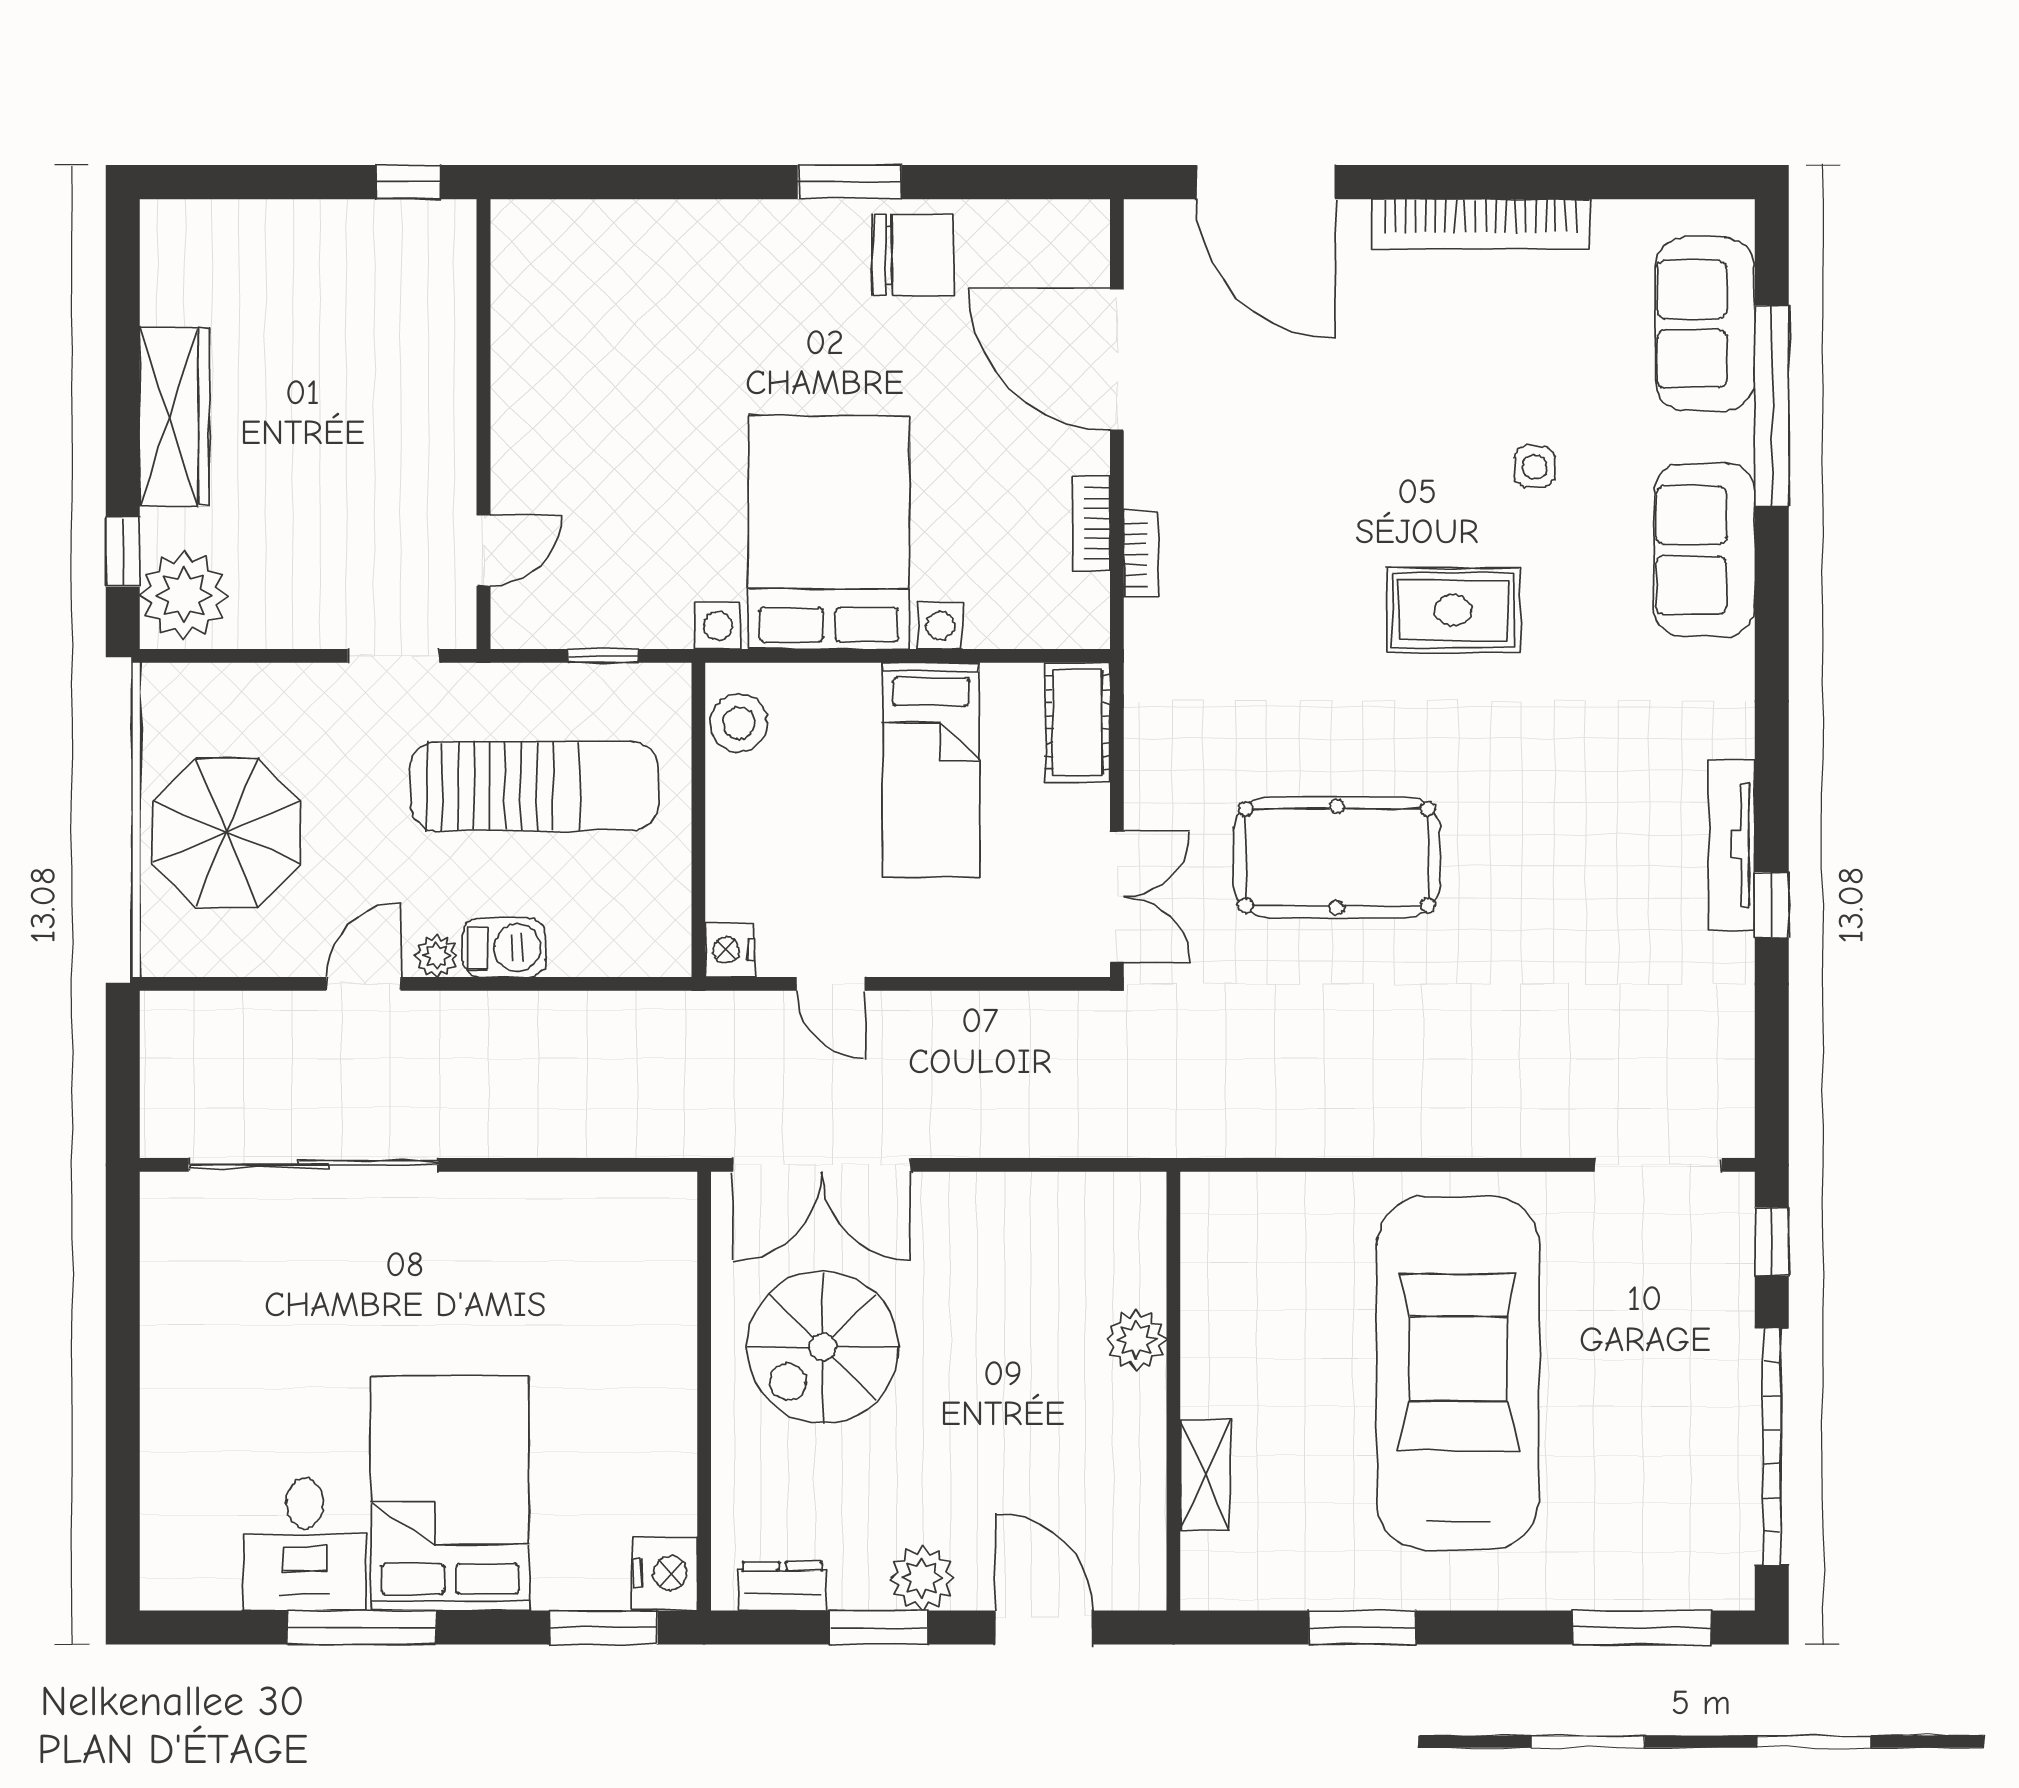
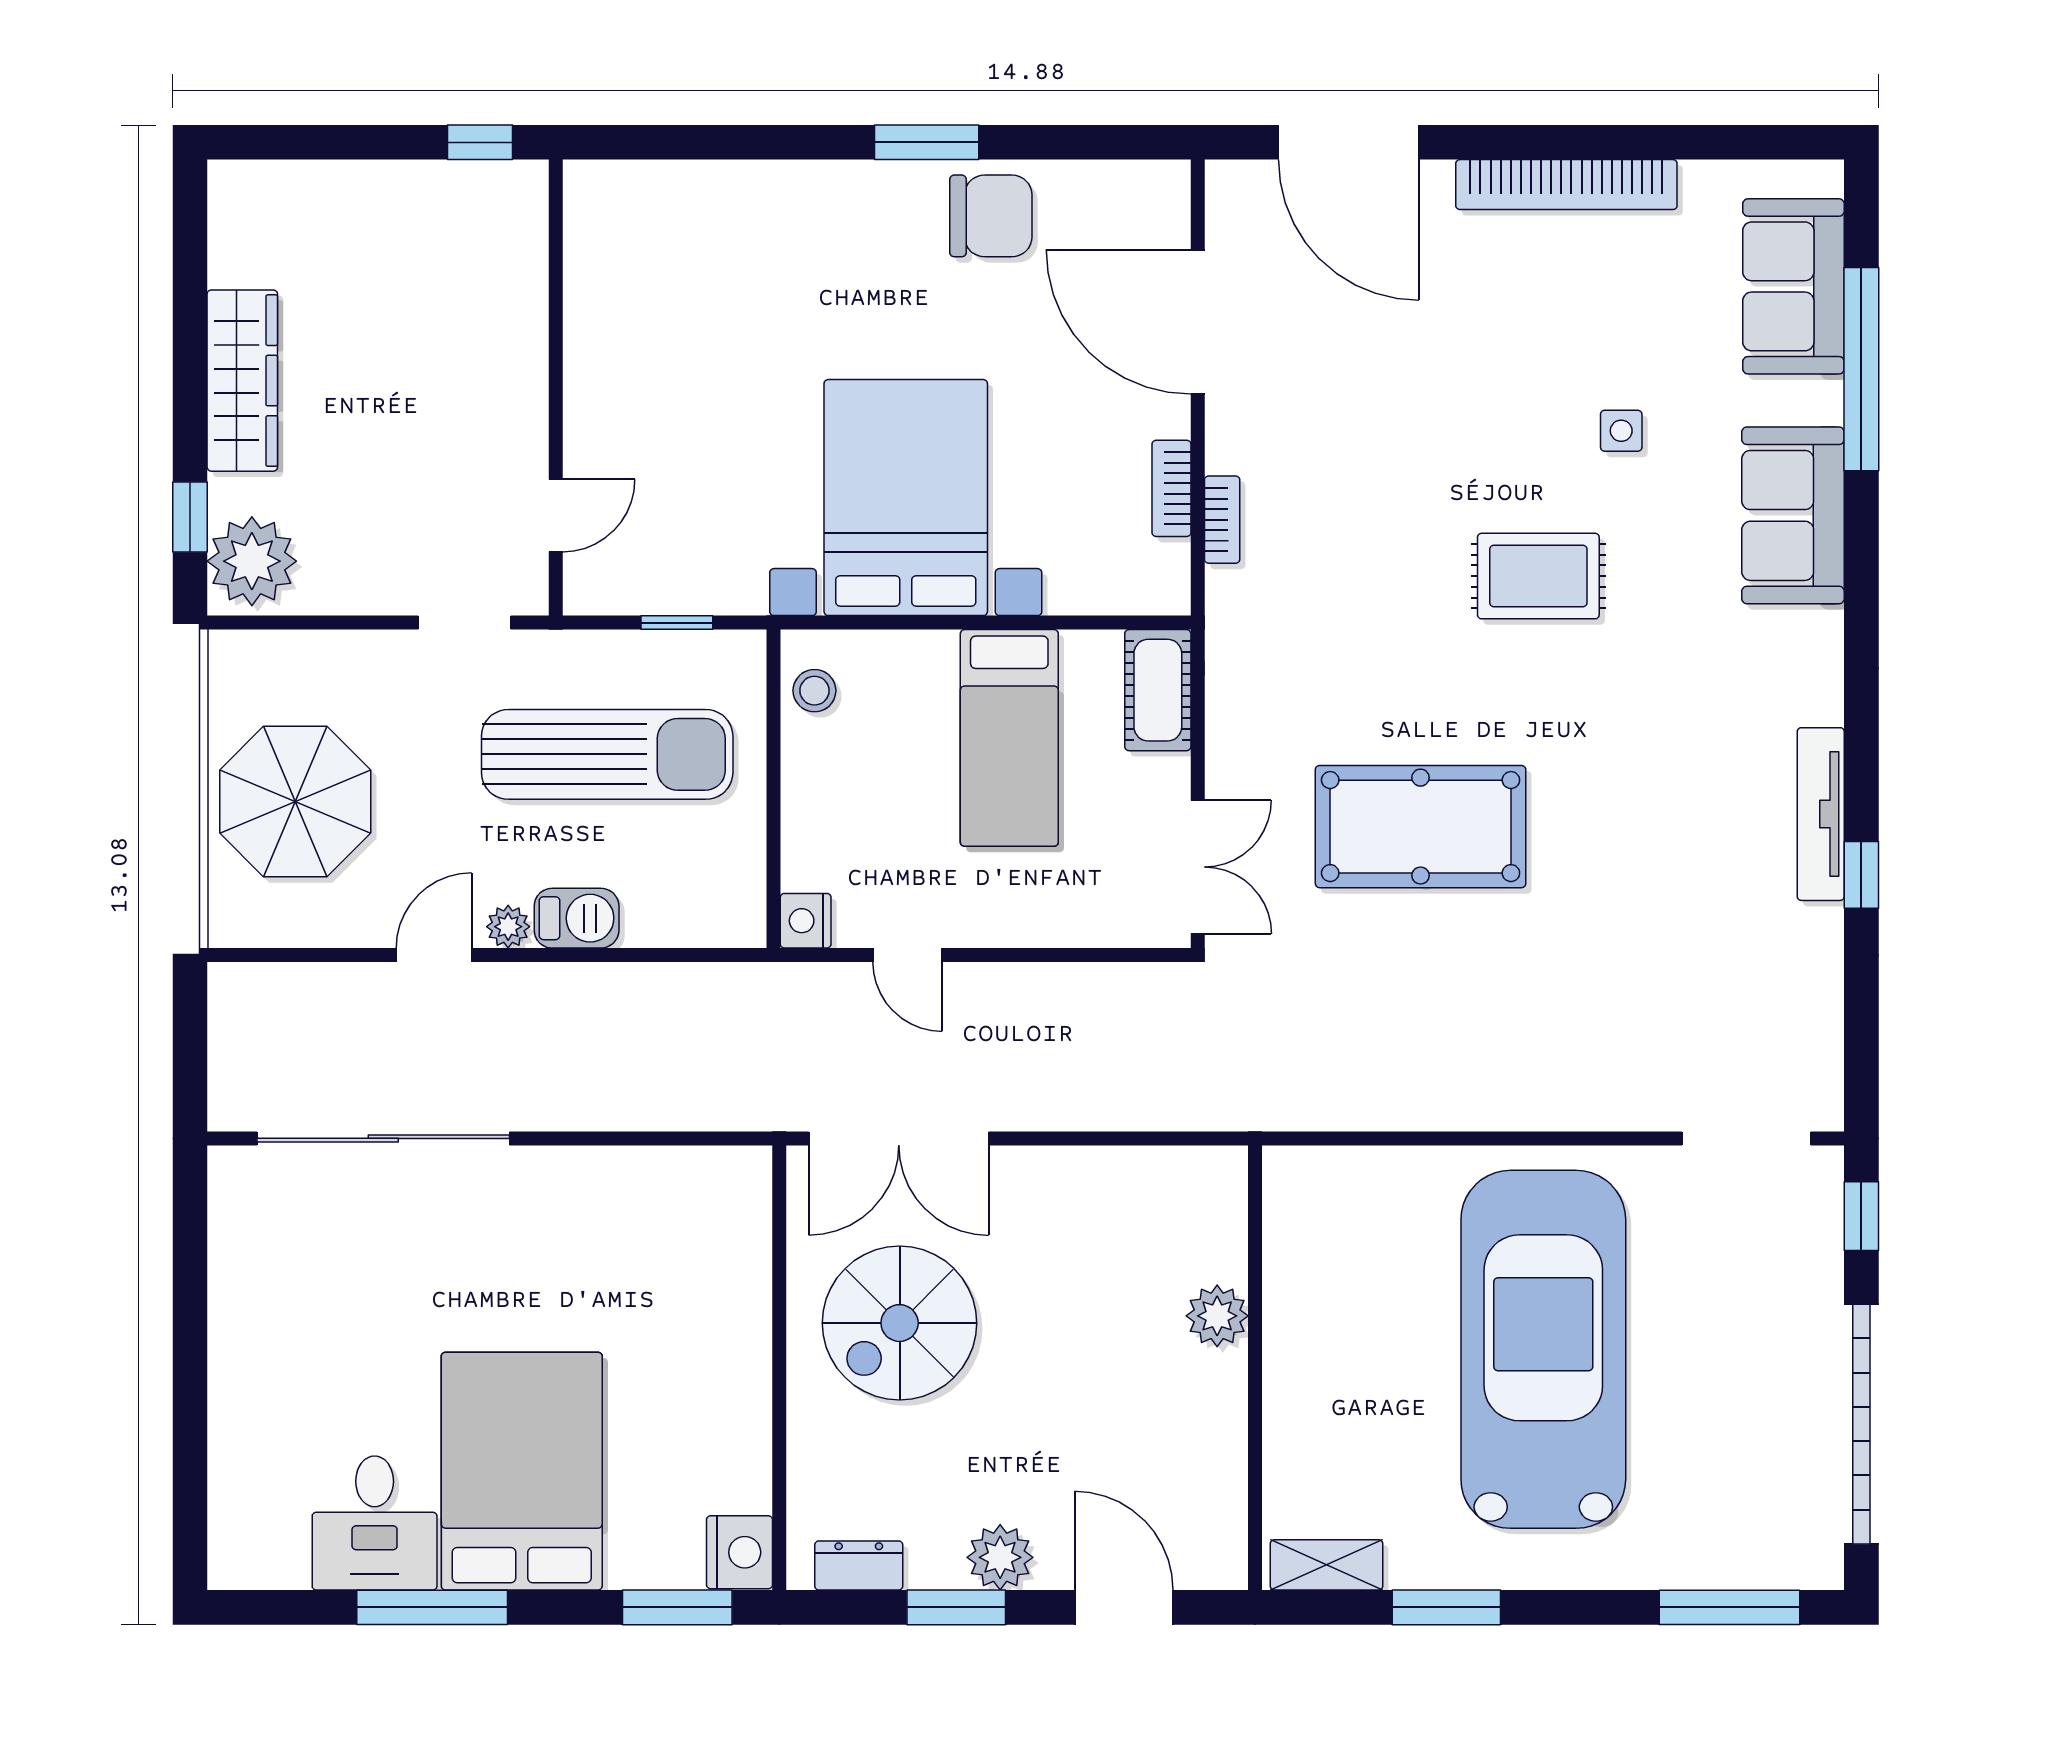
stool: (739, 723) -> (814, 691), width x0.73, depth x0.73
shelving: (1205, 1475) -> (1326, 1565), moved, turned 90

